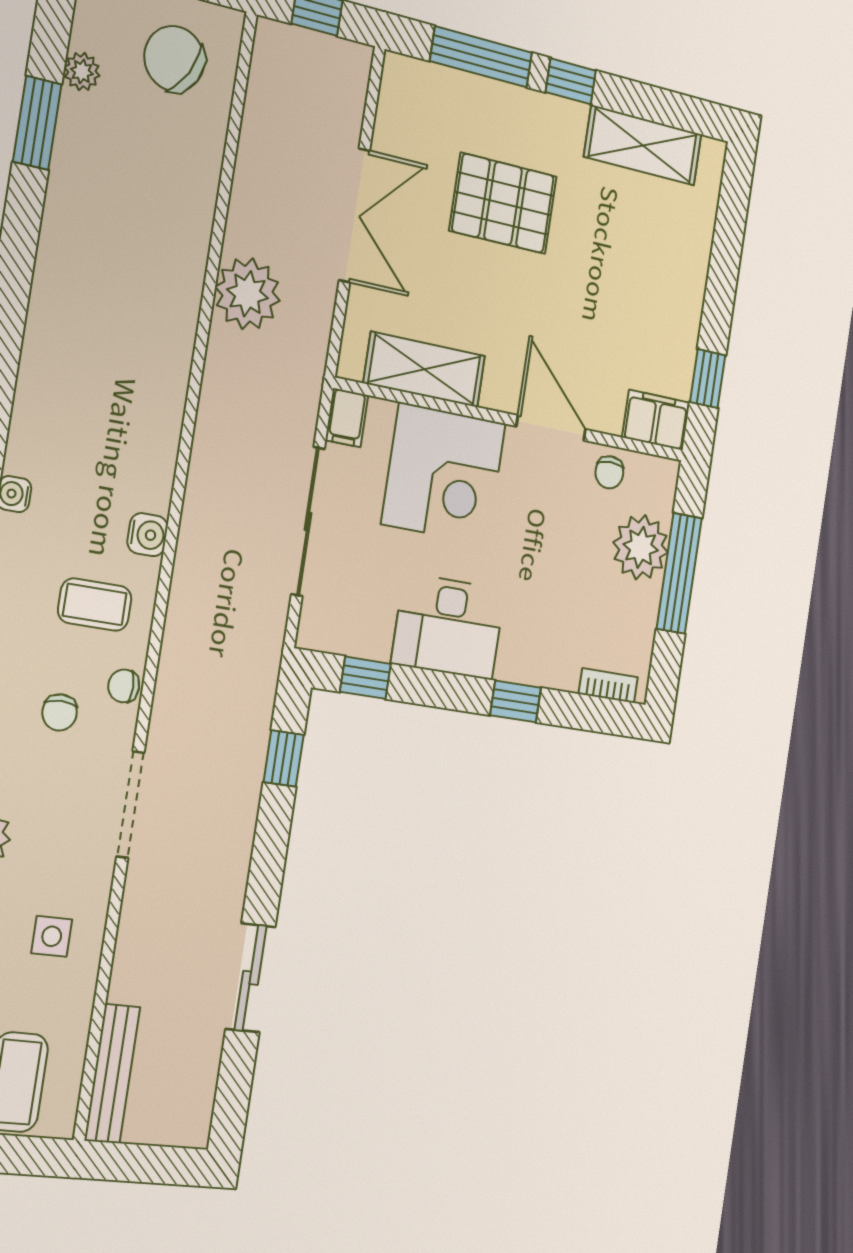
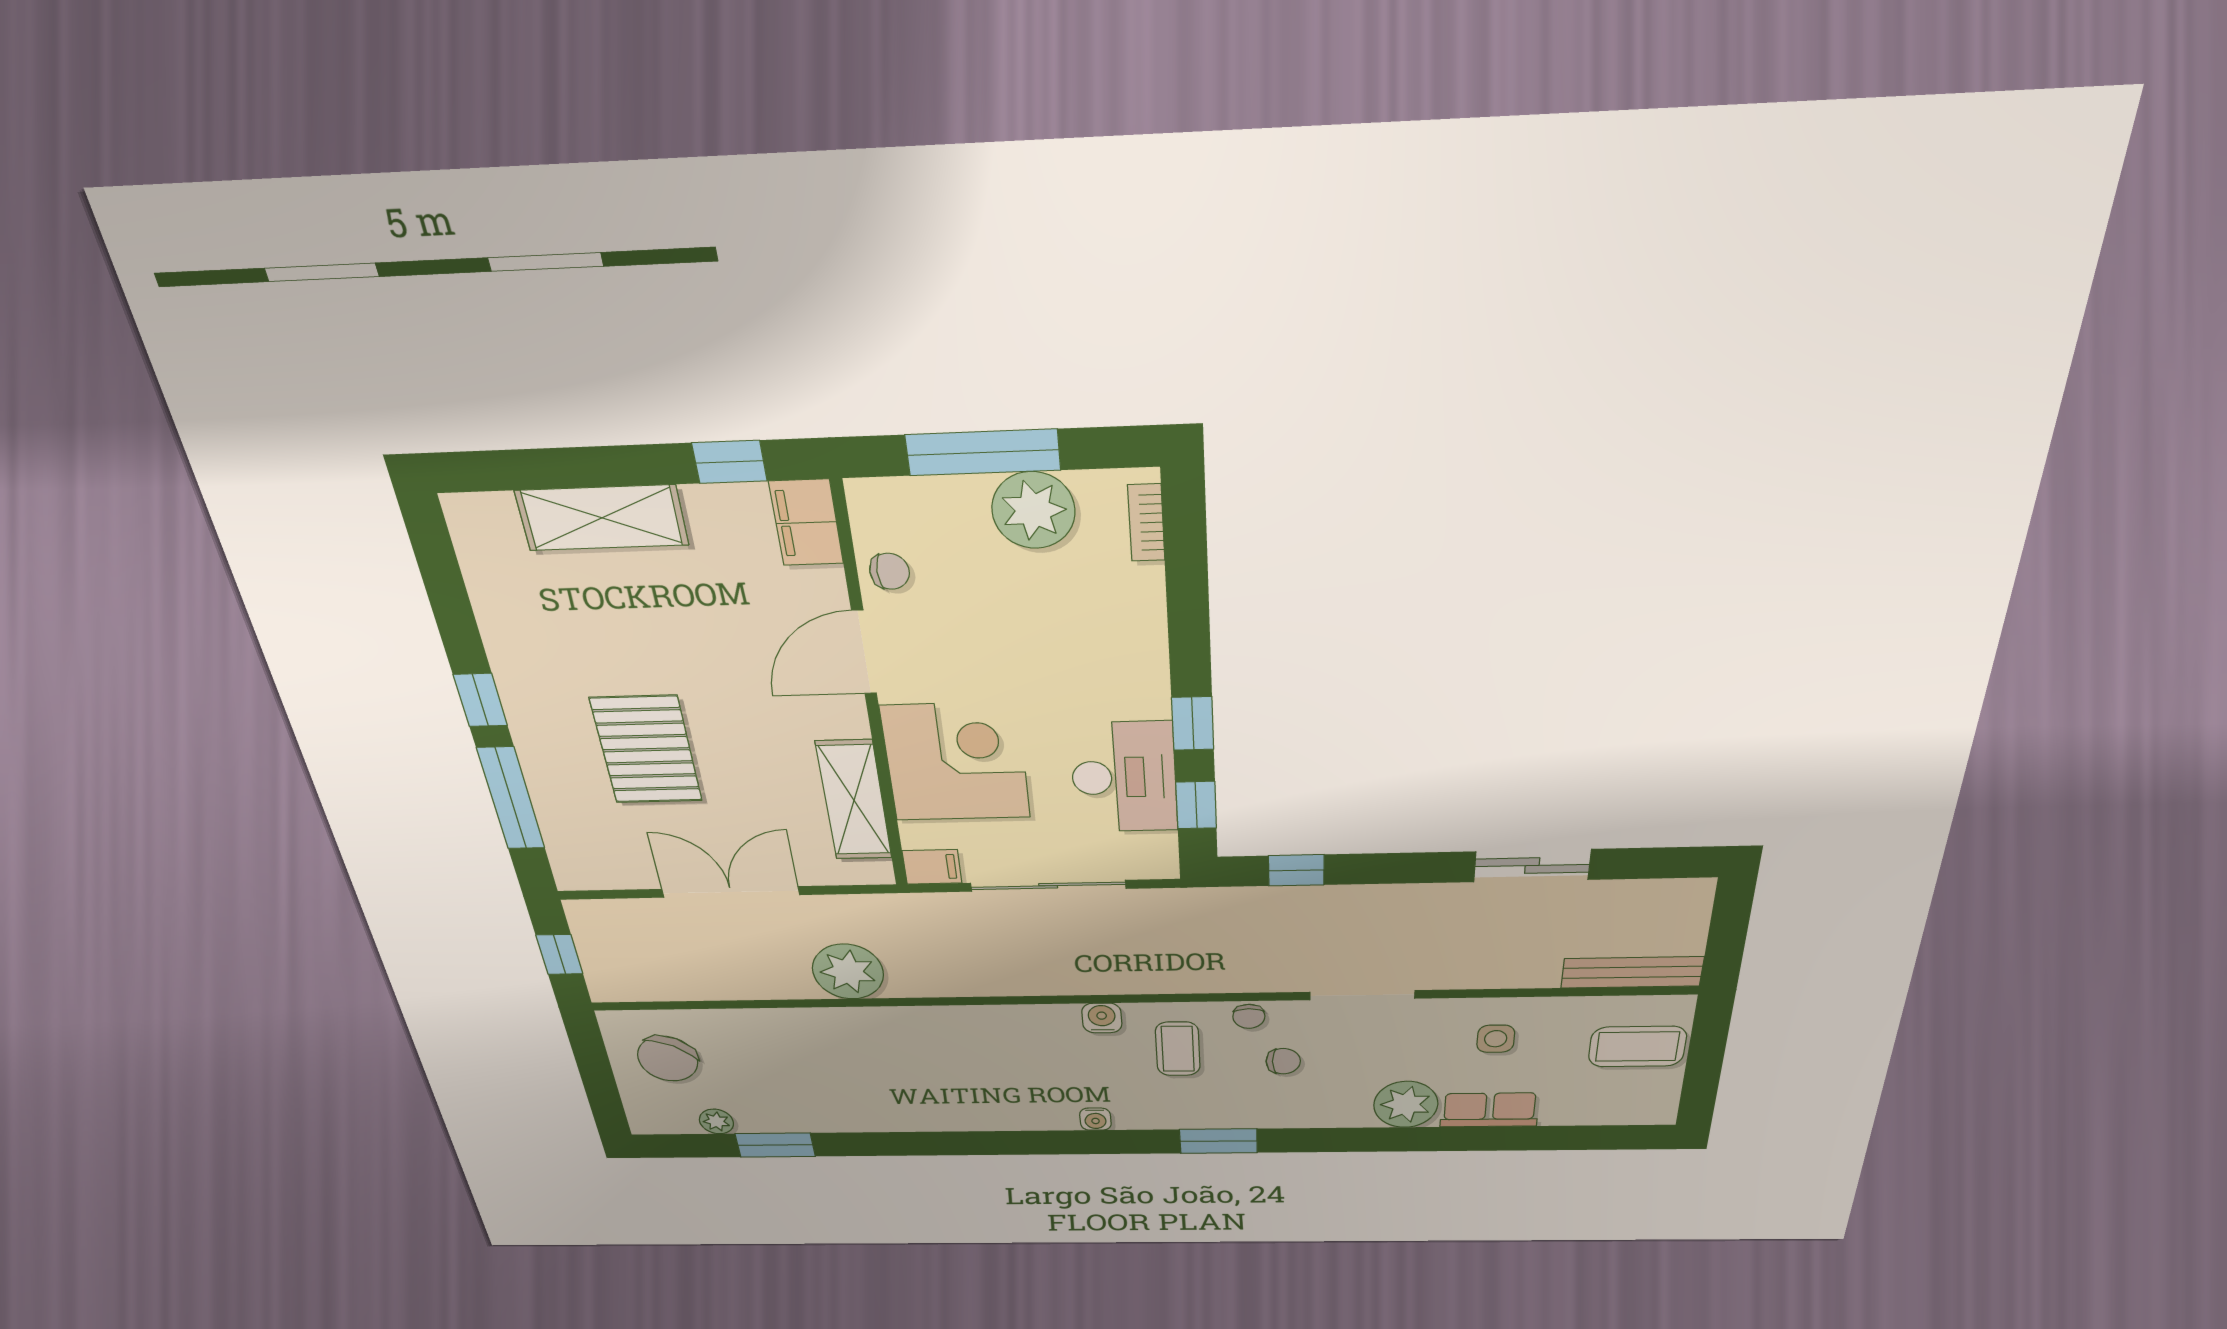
shelving: (643, 145) -> (602, 518), moved, turned 90
plant: (641, 547) -> (1033, 510), moved
desk: (448, 626) -> (1124, 777), moved
window: (515, 701) -> (1193, 724), moved

